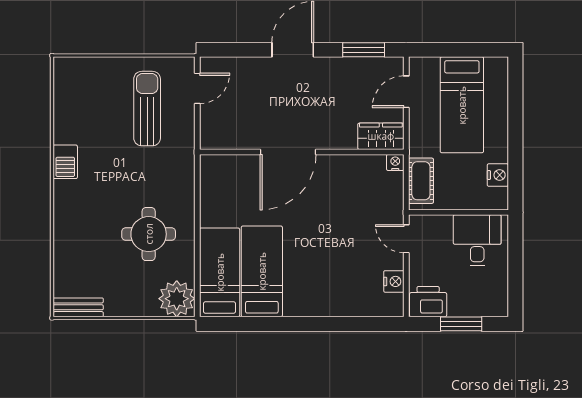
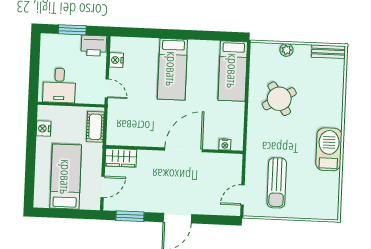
barbecue: (65, 162) -> (329, 149), width x1.88, depth x1.53
nightstand: (395, 162) -> (225, 145), moved
round table: (149, 234) -> (279, 99), turned -30
bed: (262, 271) -> (172, 69), moved
plant: (177, 299) -> (286, 50), moved, width x0.53, depth x0.53

